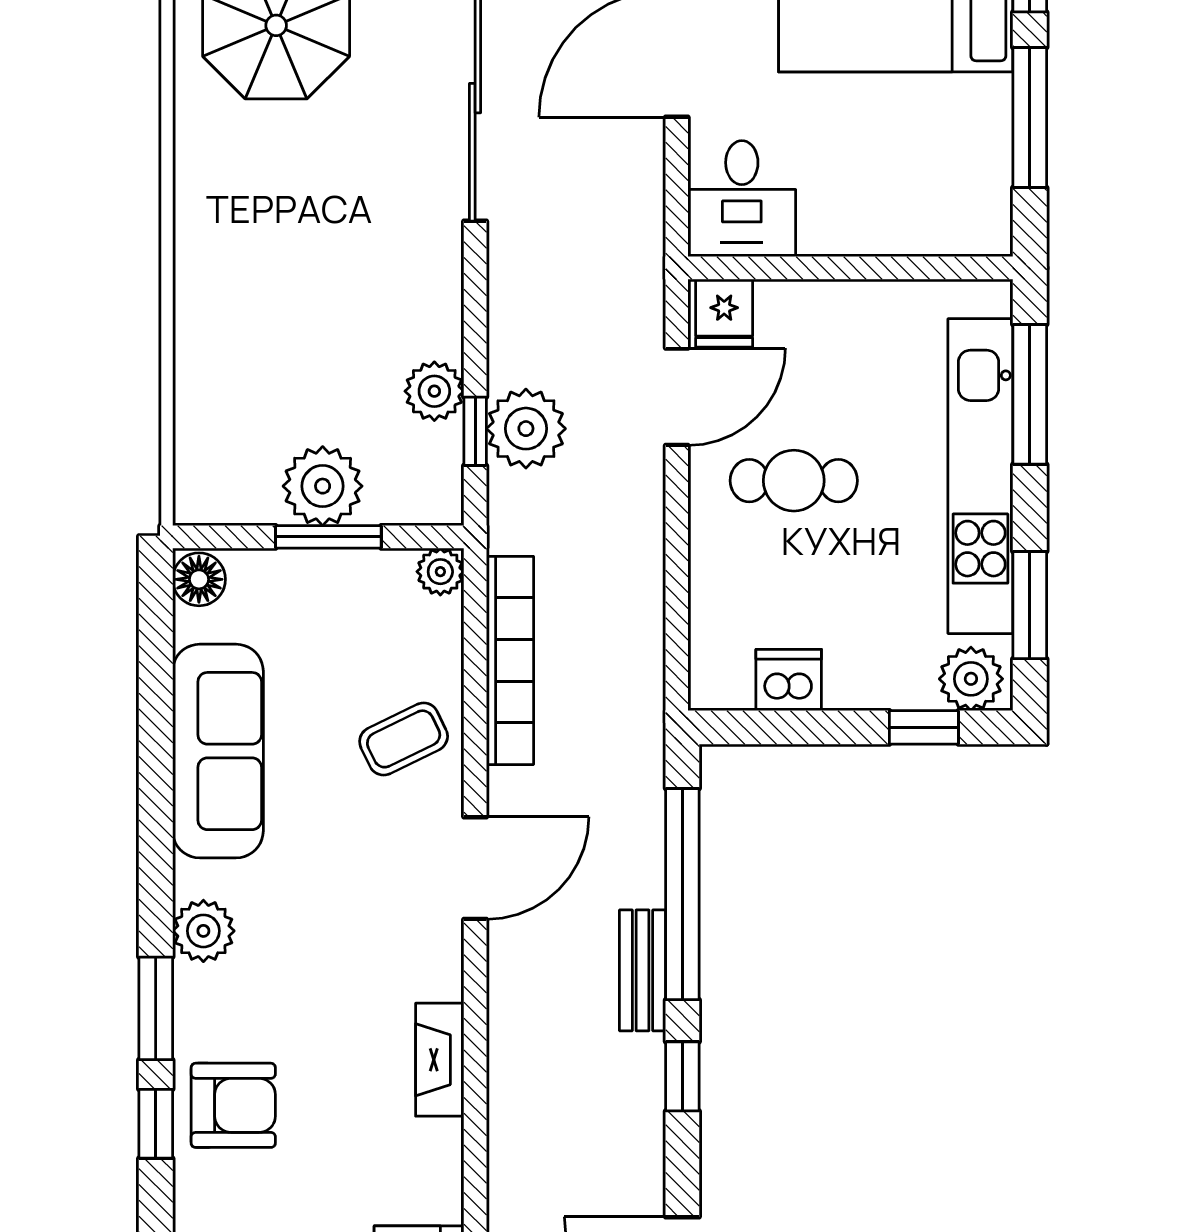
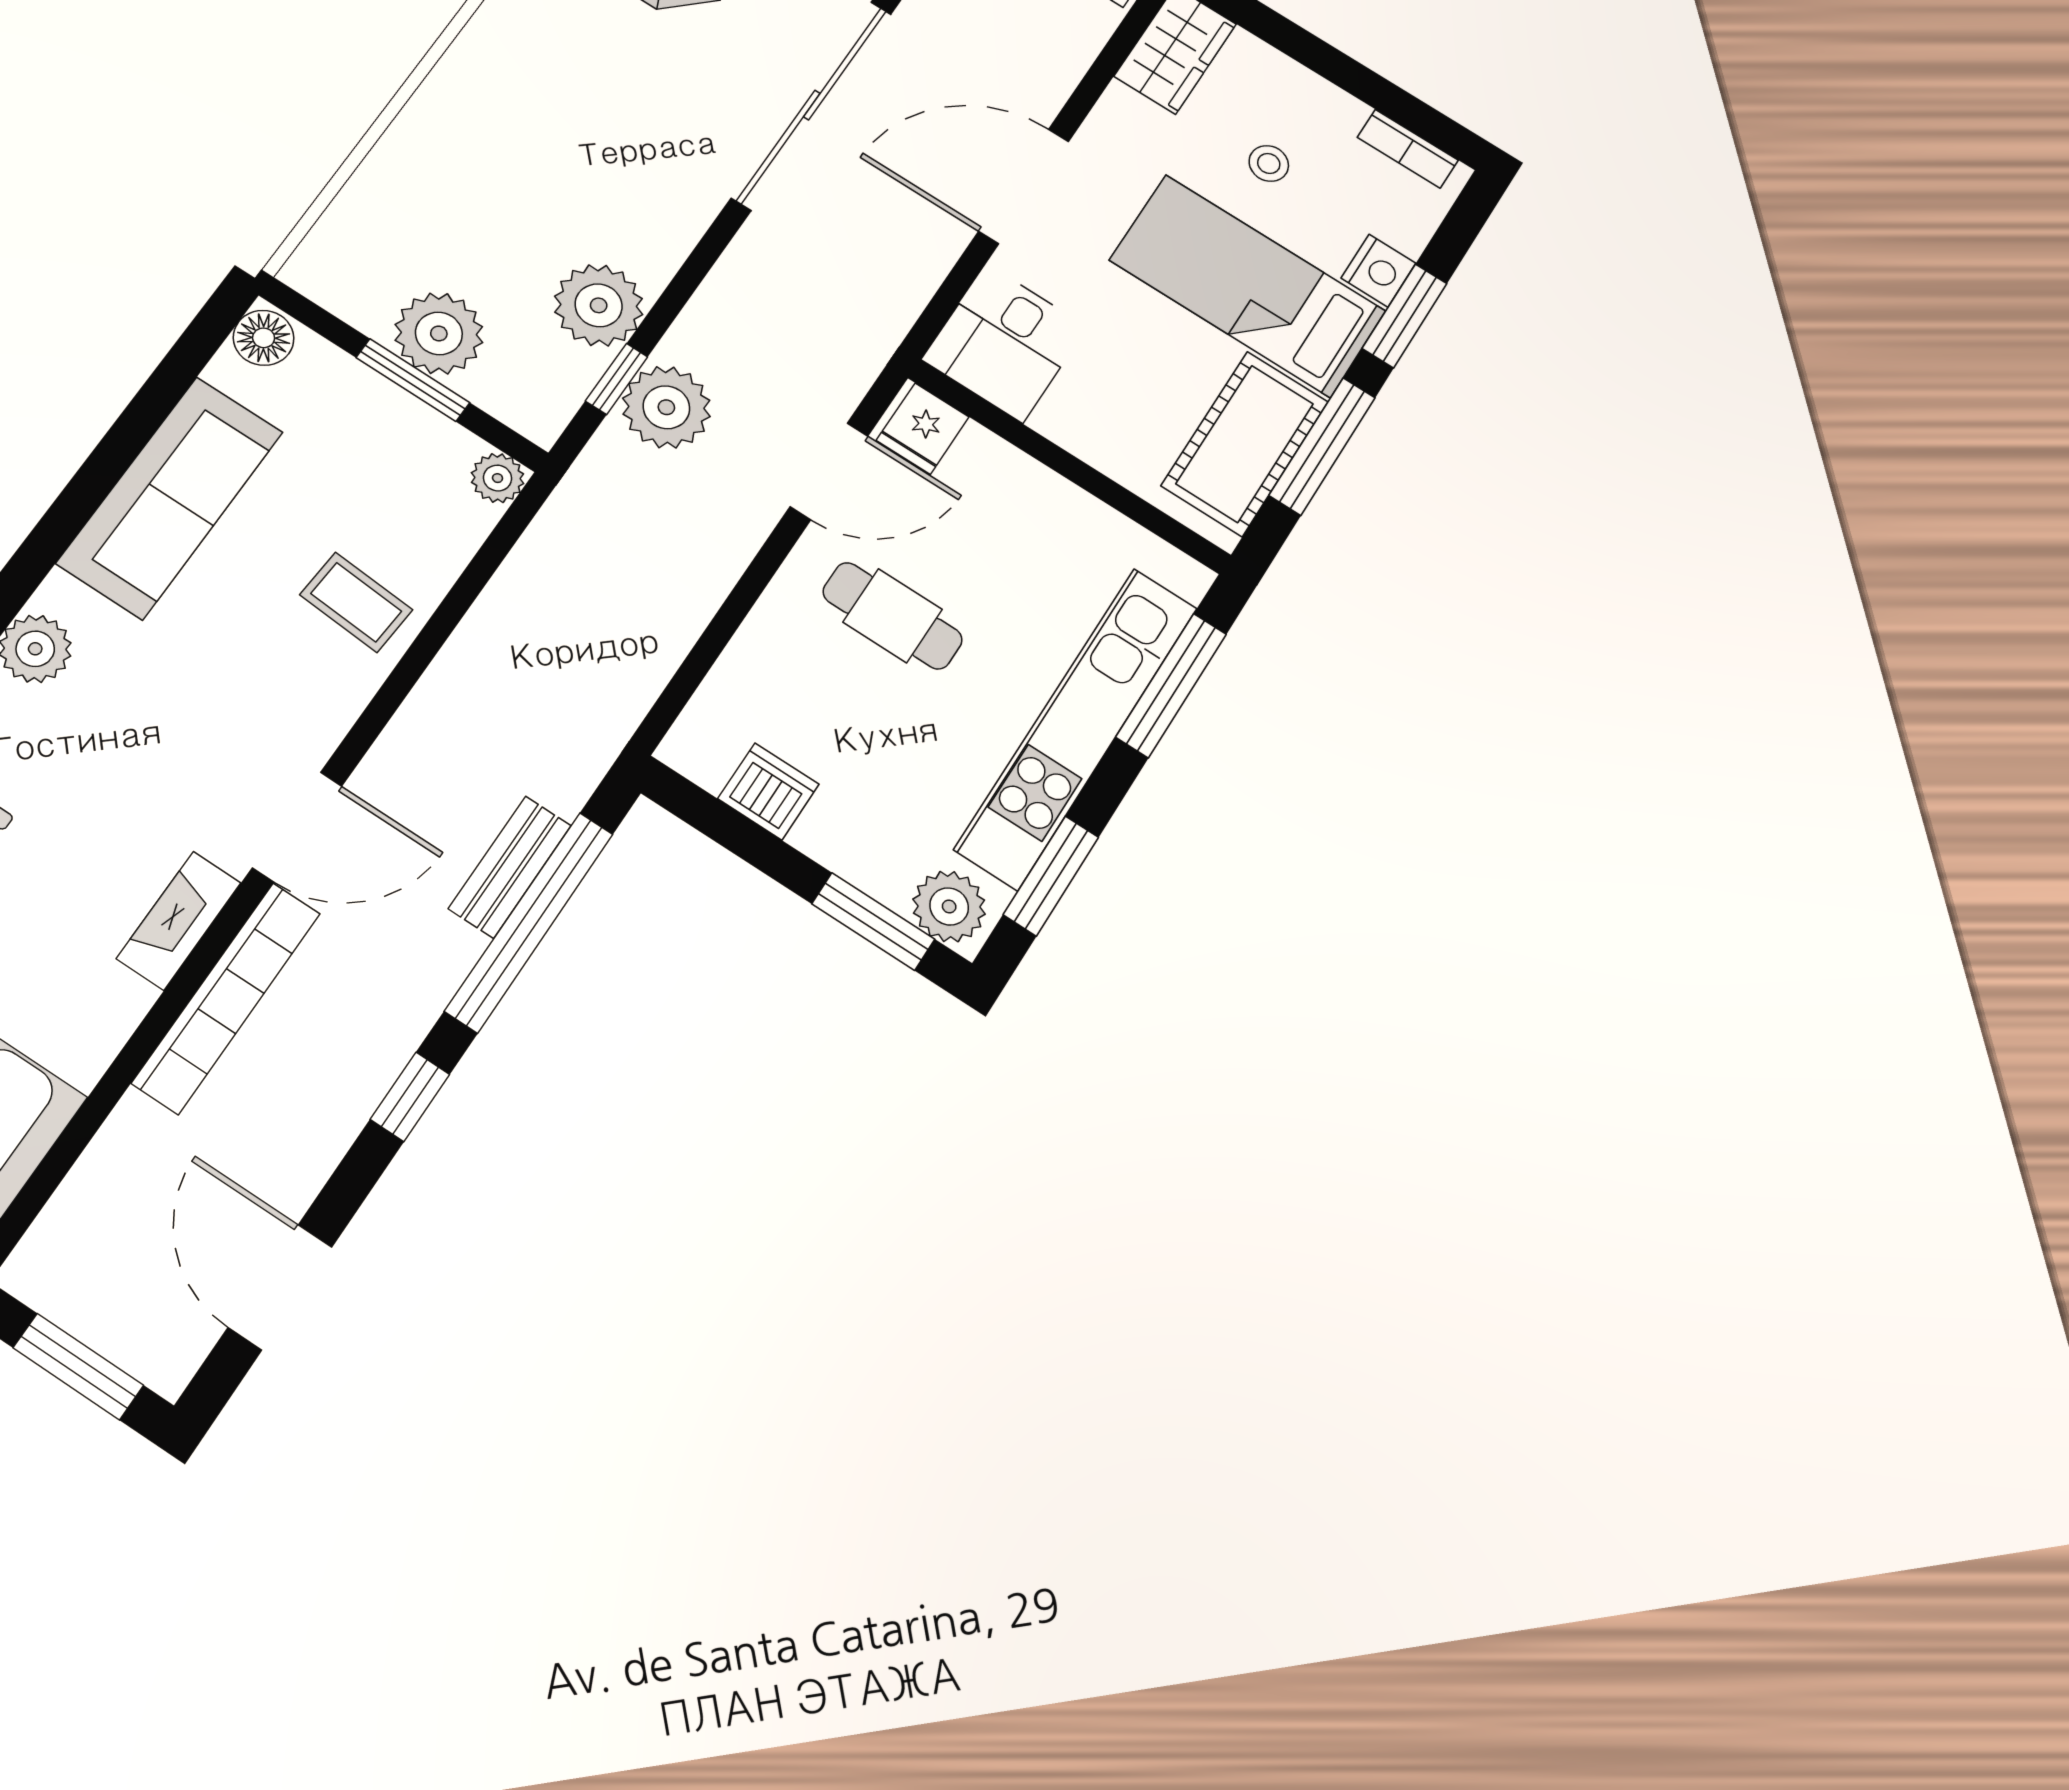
cot: (970, 156) -> (1245, 444), added
plant: (434, 391) -> (599, 305), width x1.36, depth x1.36
bookcase: (510, 660) -> (226, 998), moved
window: (924, 727) -> (873, 922), width x1.50
coffee table: (404, 739) -> (356, 602), turned 30
door: (475, 868) -> (297, 827), moved
bench: (643, 970) -> (510, 867), moved

